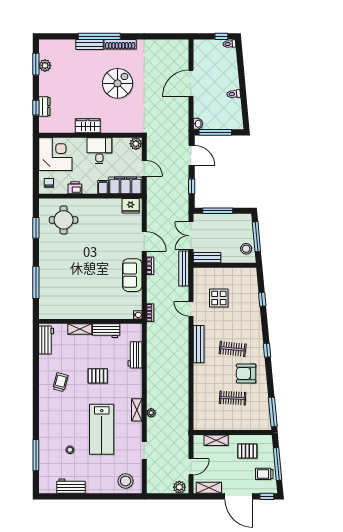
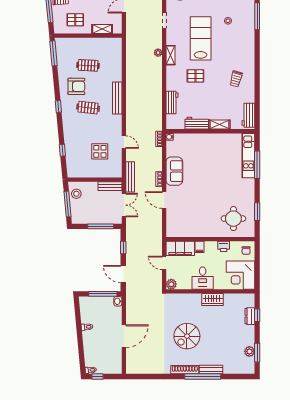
fridge: (131, 206) -> (176, 231), removed
kitchen unit: (46, 293) -> (248, 156), added
bench: (199, 344) -> (117, 98), moved
pallet: (98, 376) -> (195, 76), moved

